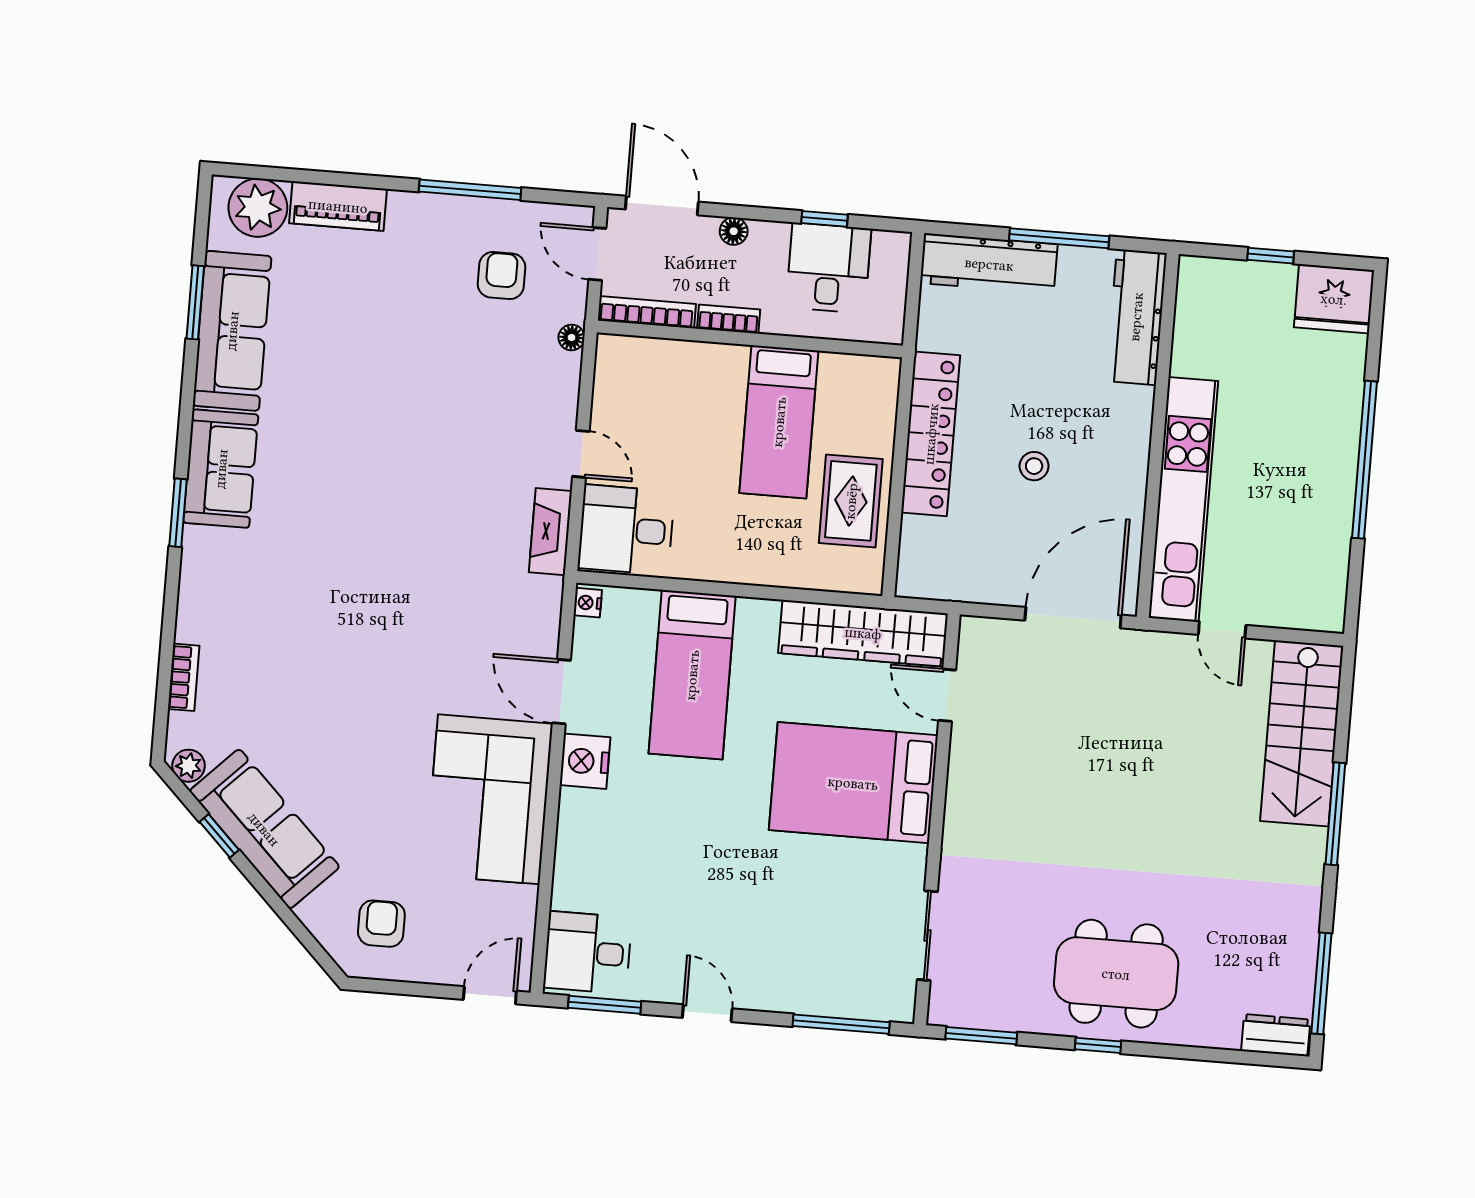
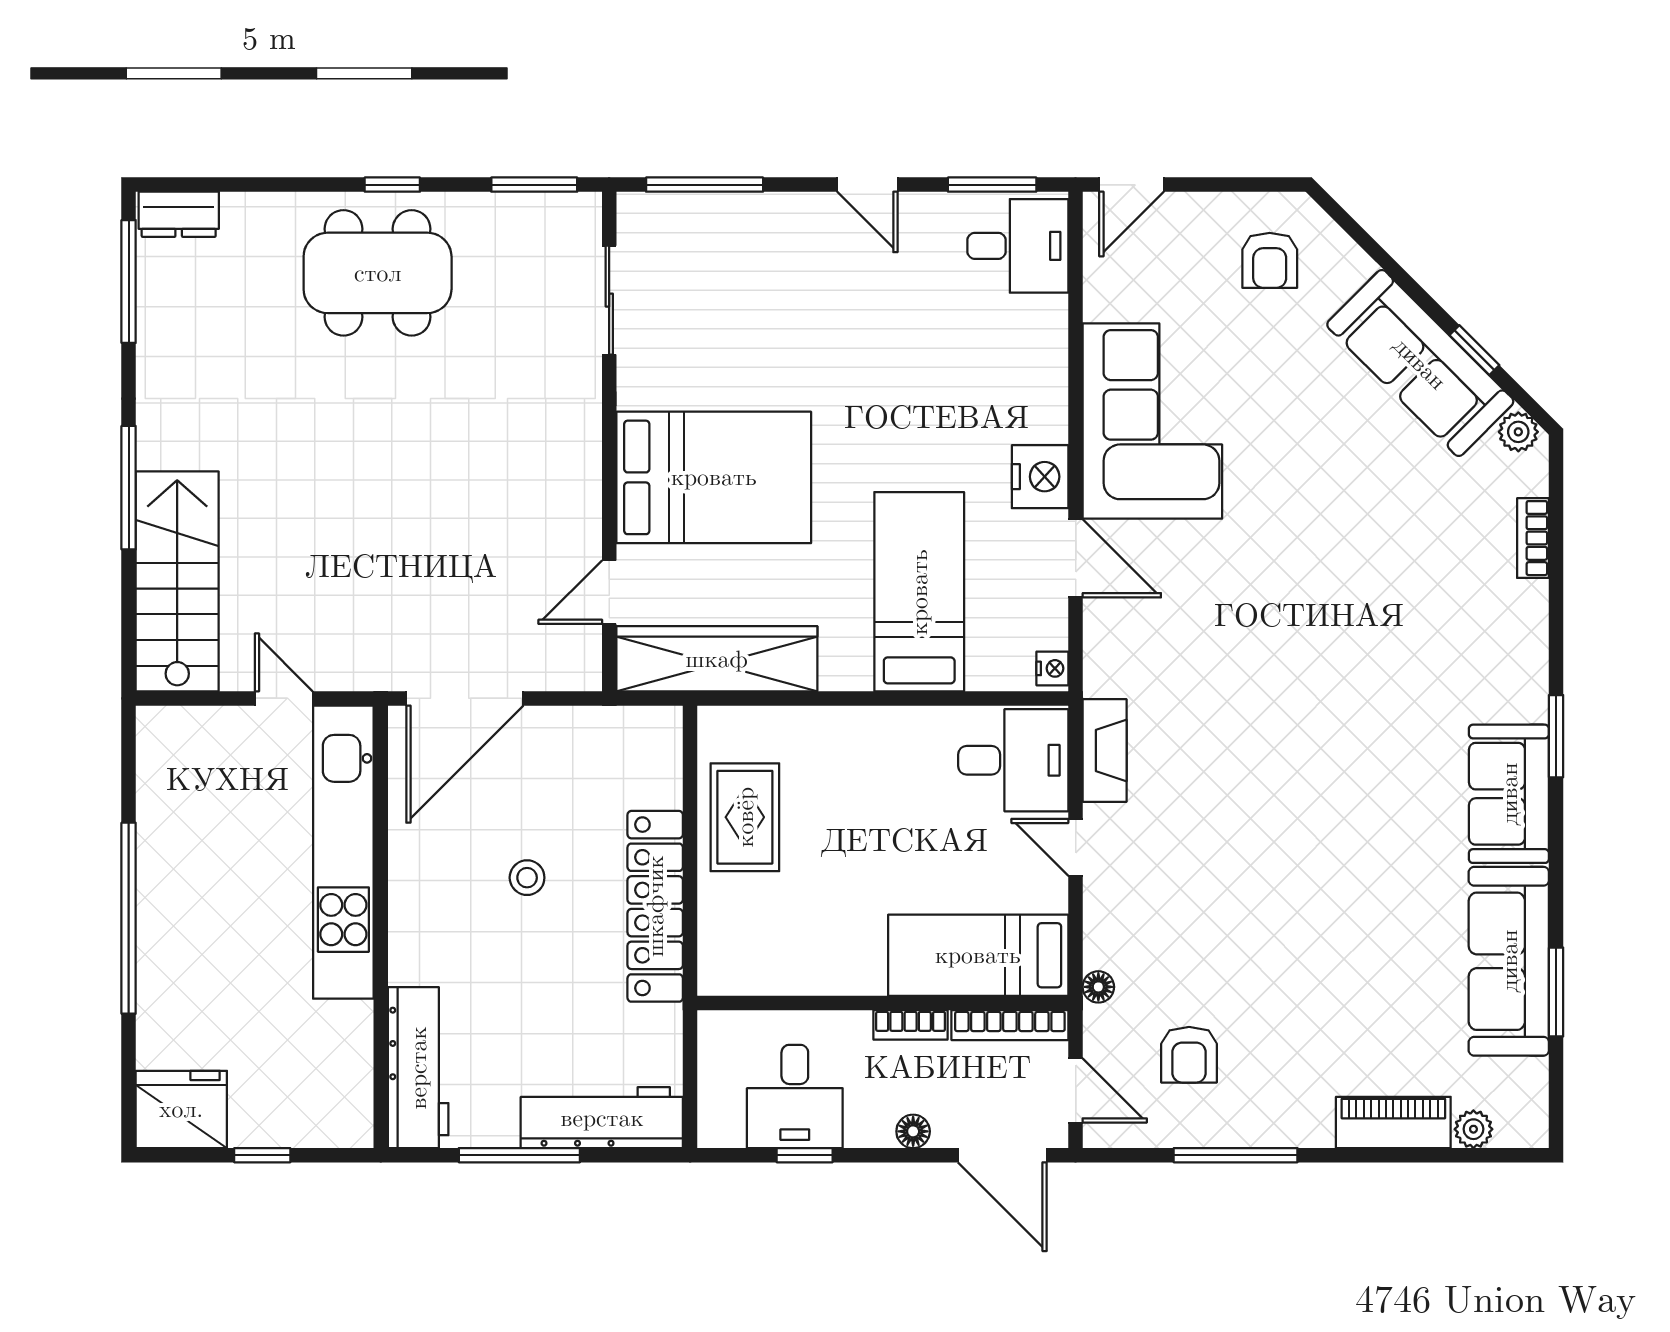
plant: (258, 208) -> (1473, 1129), width x0.53, depth x0.53
bed: (779, 422) -> (978, 955), moved, turned -90
door: (947, 695) -> (609, 592), swing flipped

